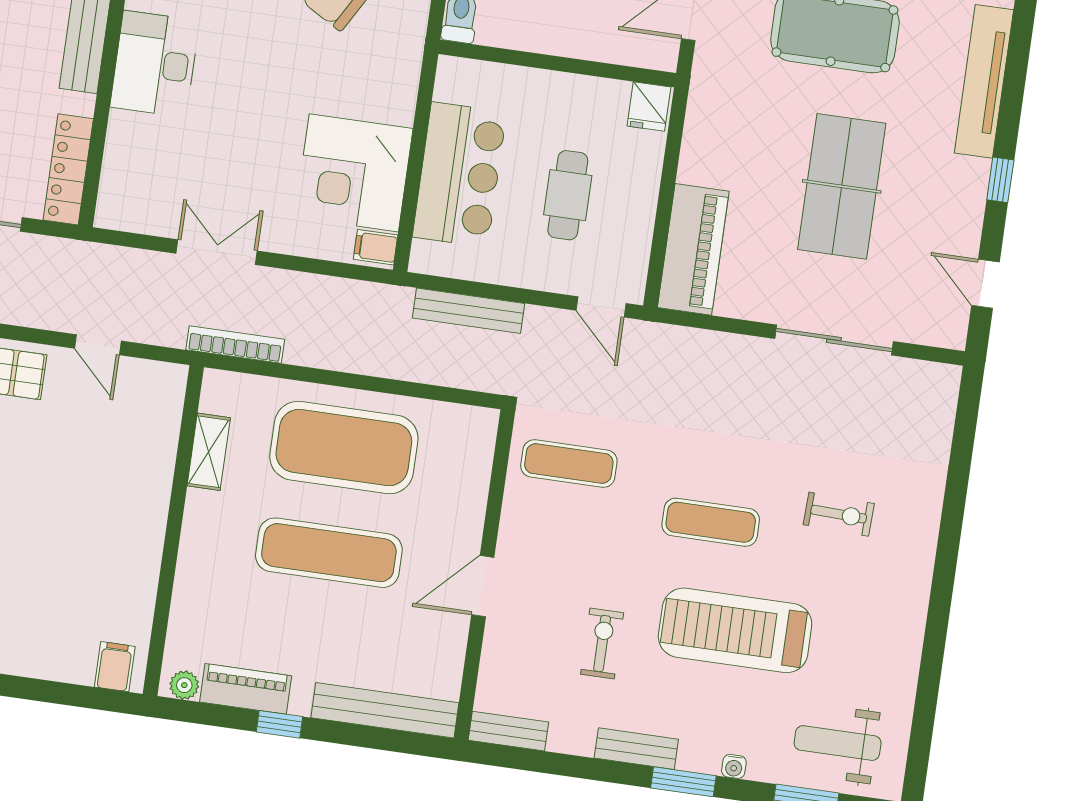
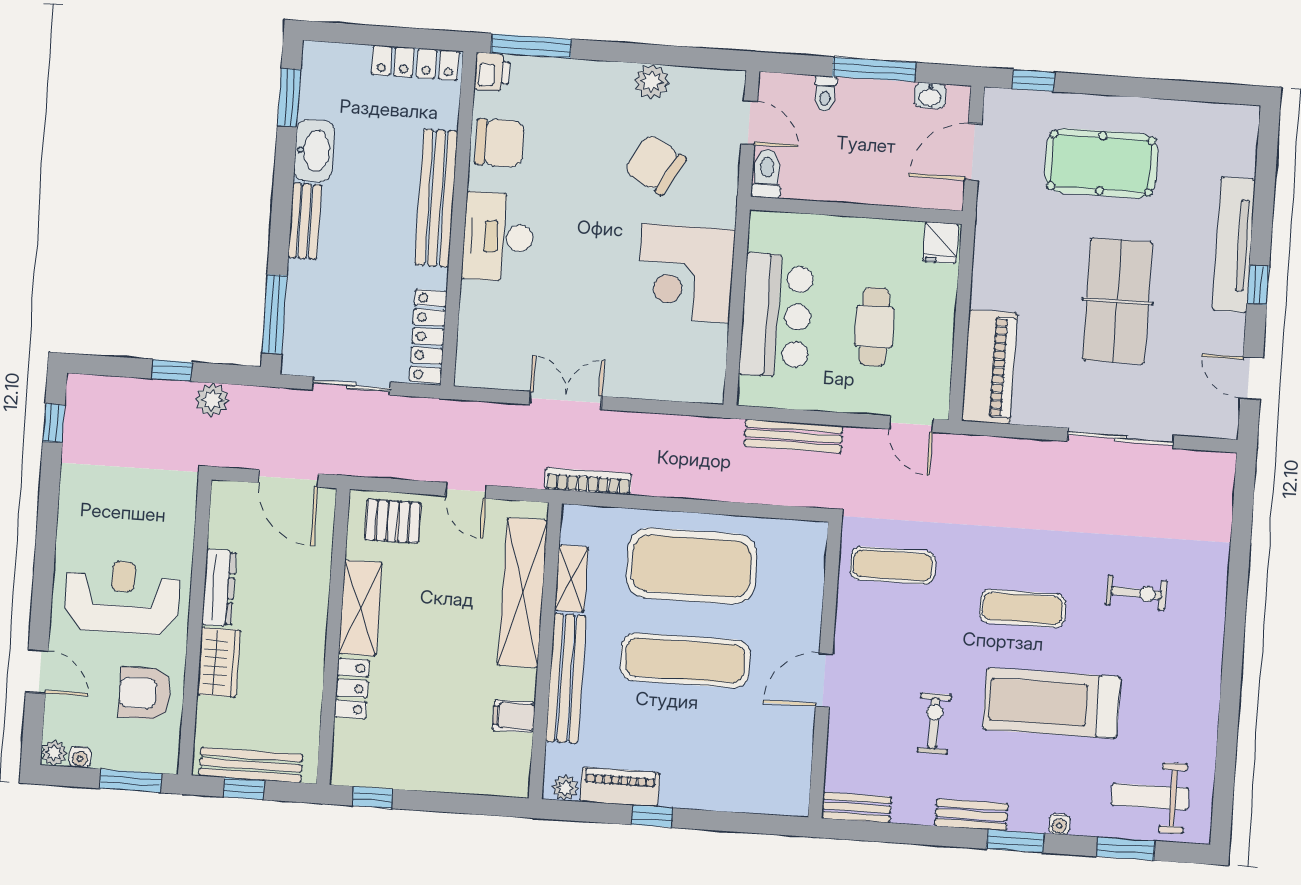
tv unit: (984, 81) -> (1234, 245), moved
corner desk: (354, 173) -> (686, 273), moved
filing cabinet: (376, 247) -> (707, 386), removed
shelving: (153, 463) -> (523, 593), added
filing cabinet: (115, 667) -> (514, 716), moved, turned -90
bench: (385, 710) -> (566, 678), moved, turned 90

